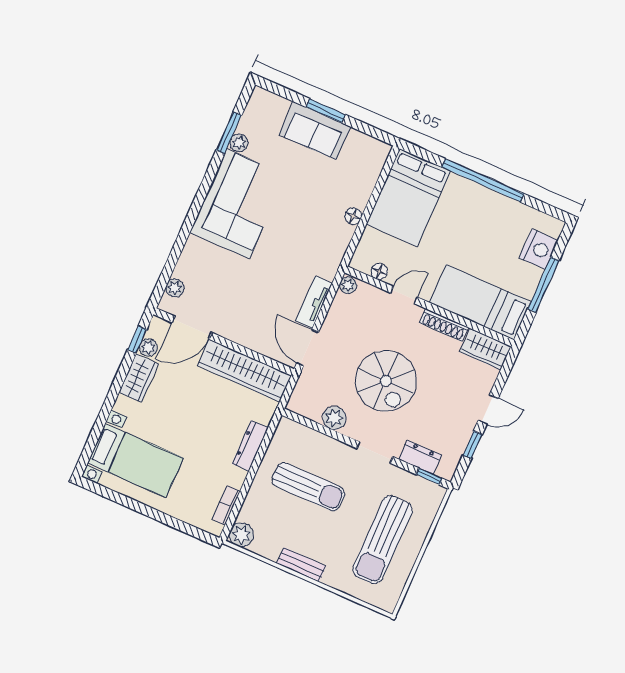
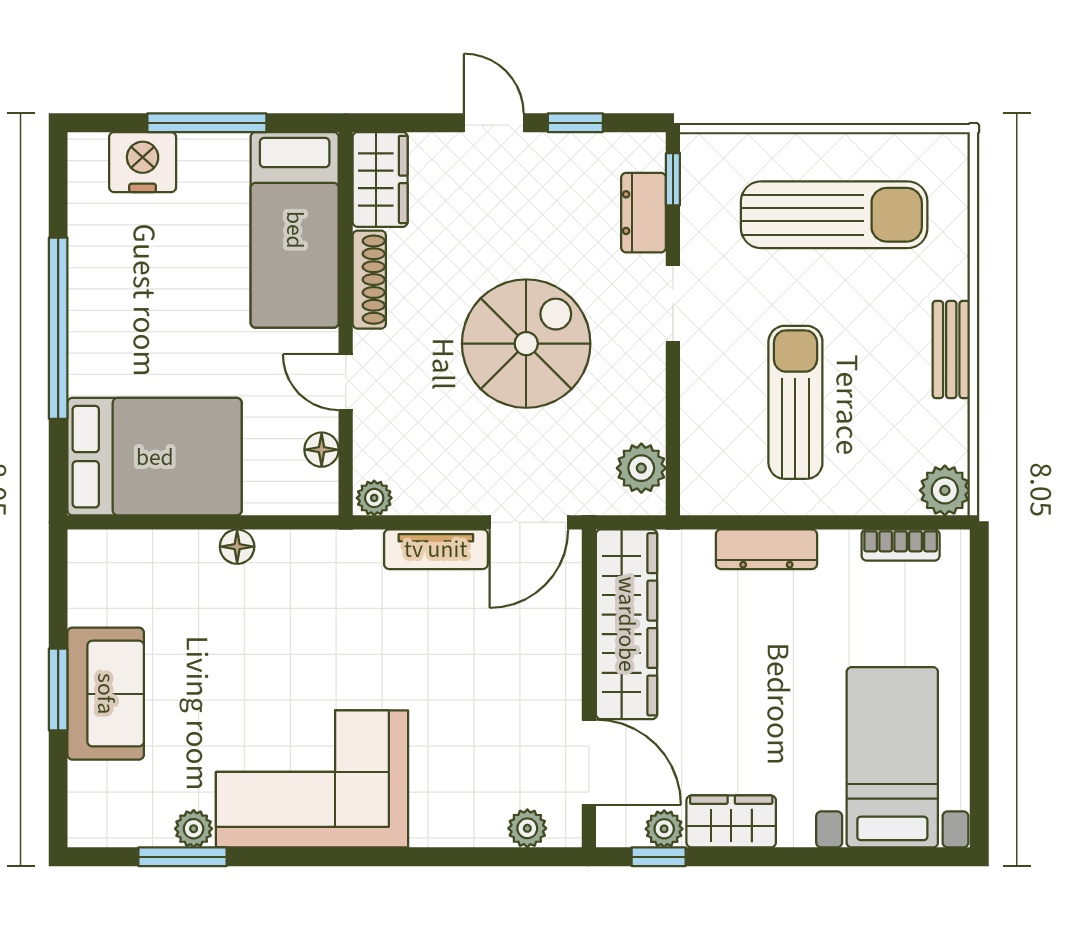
plant: (334, 418) -> (641, 468), moved

